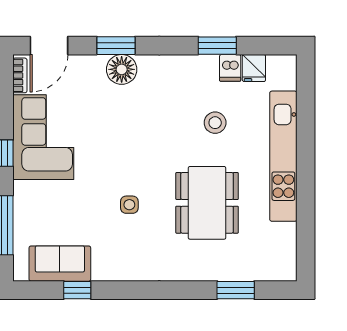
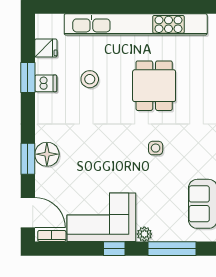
dishwasher: (230, 68) -> (46, 83), moved
kitchen unit: (283, 156) -> (136, 24), width x1.36
plant: (22, 191) -> (144, 234), added
dining table: (207, 203) -> (154, 86), width x0.73

